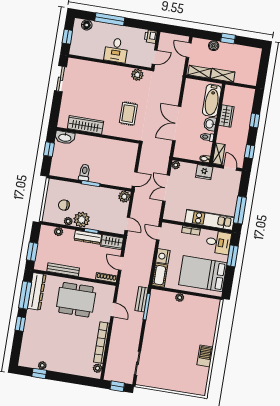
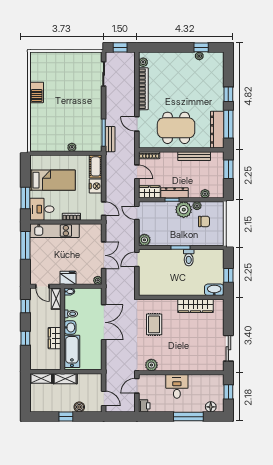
shelving: (199, 72) -> (41, 378), moved
bed: (203, 274) -> (52, 180), width x0.67

